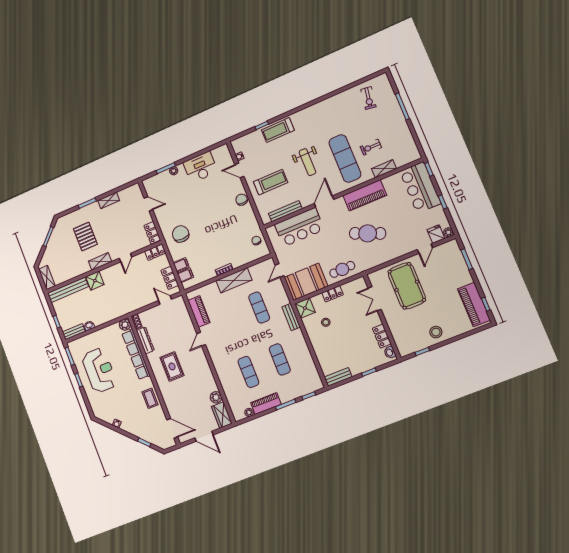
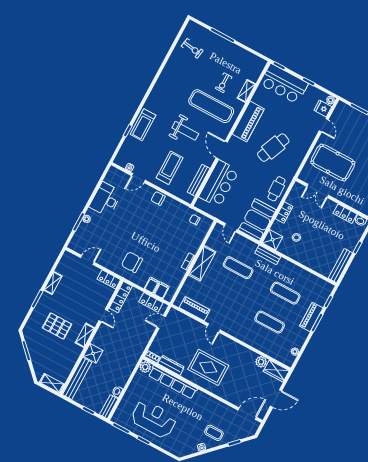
locker: (155, 252) -> (121, 297), width x1.53
rug: (172, 366) -> (208, 367), width x1.36, depth x1.43
bench: (338, 377) -> (340, 266), width x1.36
coffee table: (150, 398) -> (214, 433), moved
piano: (266, 404) -> (311, 317), moved

